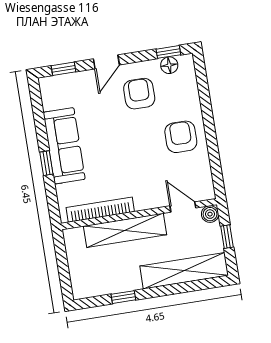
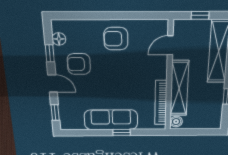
window: (168, 52) -> (50, 53), moved
boiler: (210, 214) -> (176, 122), moved

